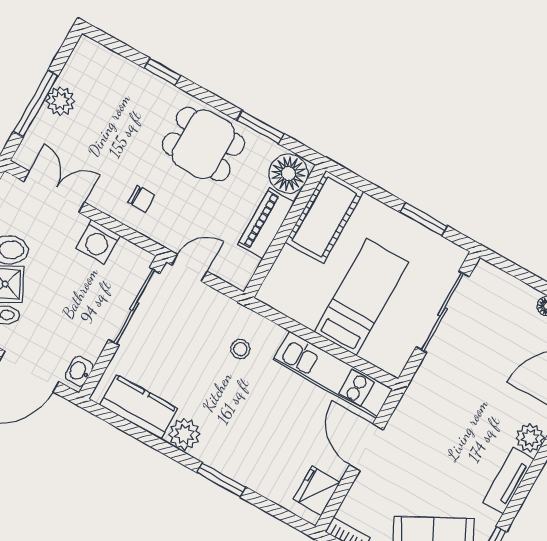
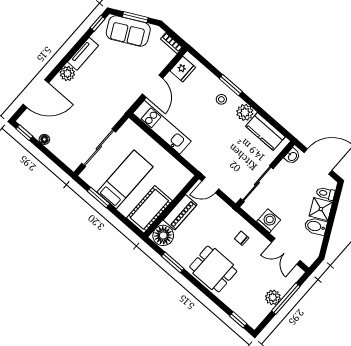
window: (162, 72) -> (238, 320), moved
dining table: (203, 144) -> (213, 269), moved
door: (189, 268) -> (210, 185), moved
bed: (361, 297) -> (125, 179), moved, turned 180
stool: (240, 349) -> (221, 99), moved

